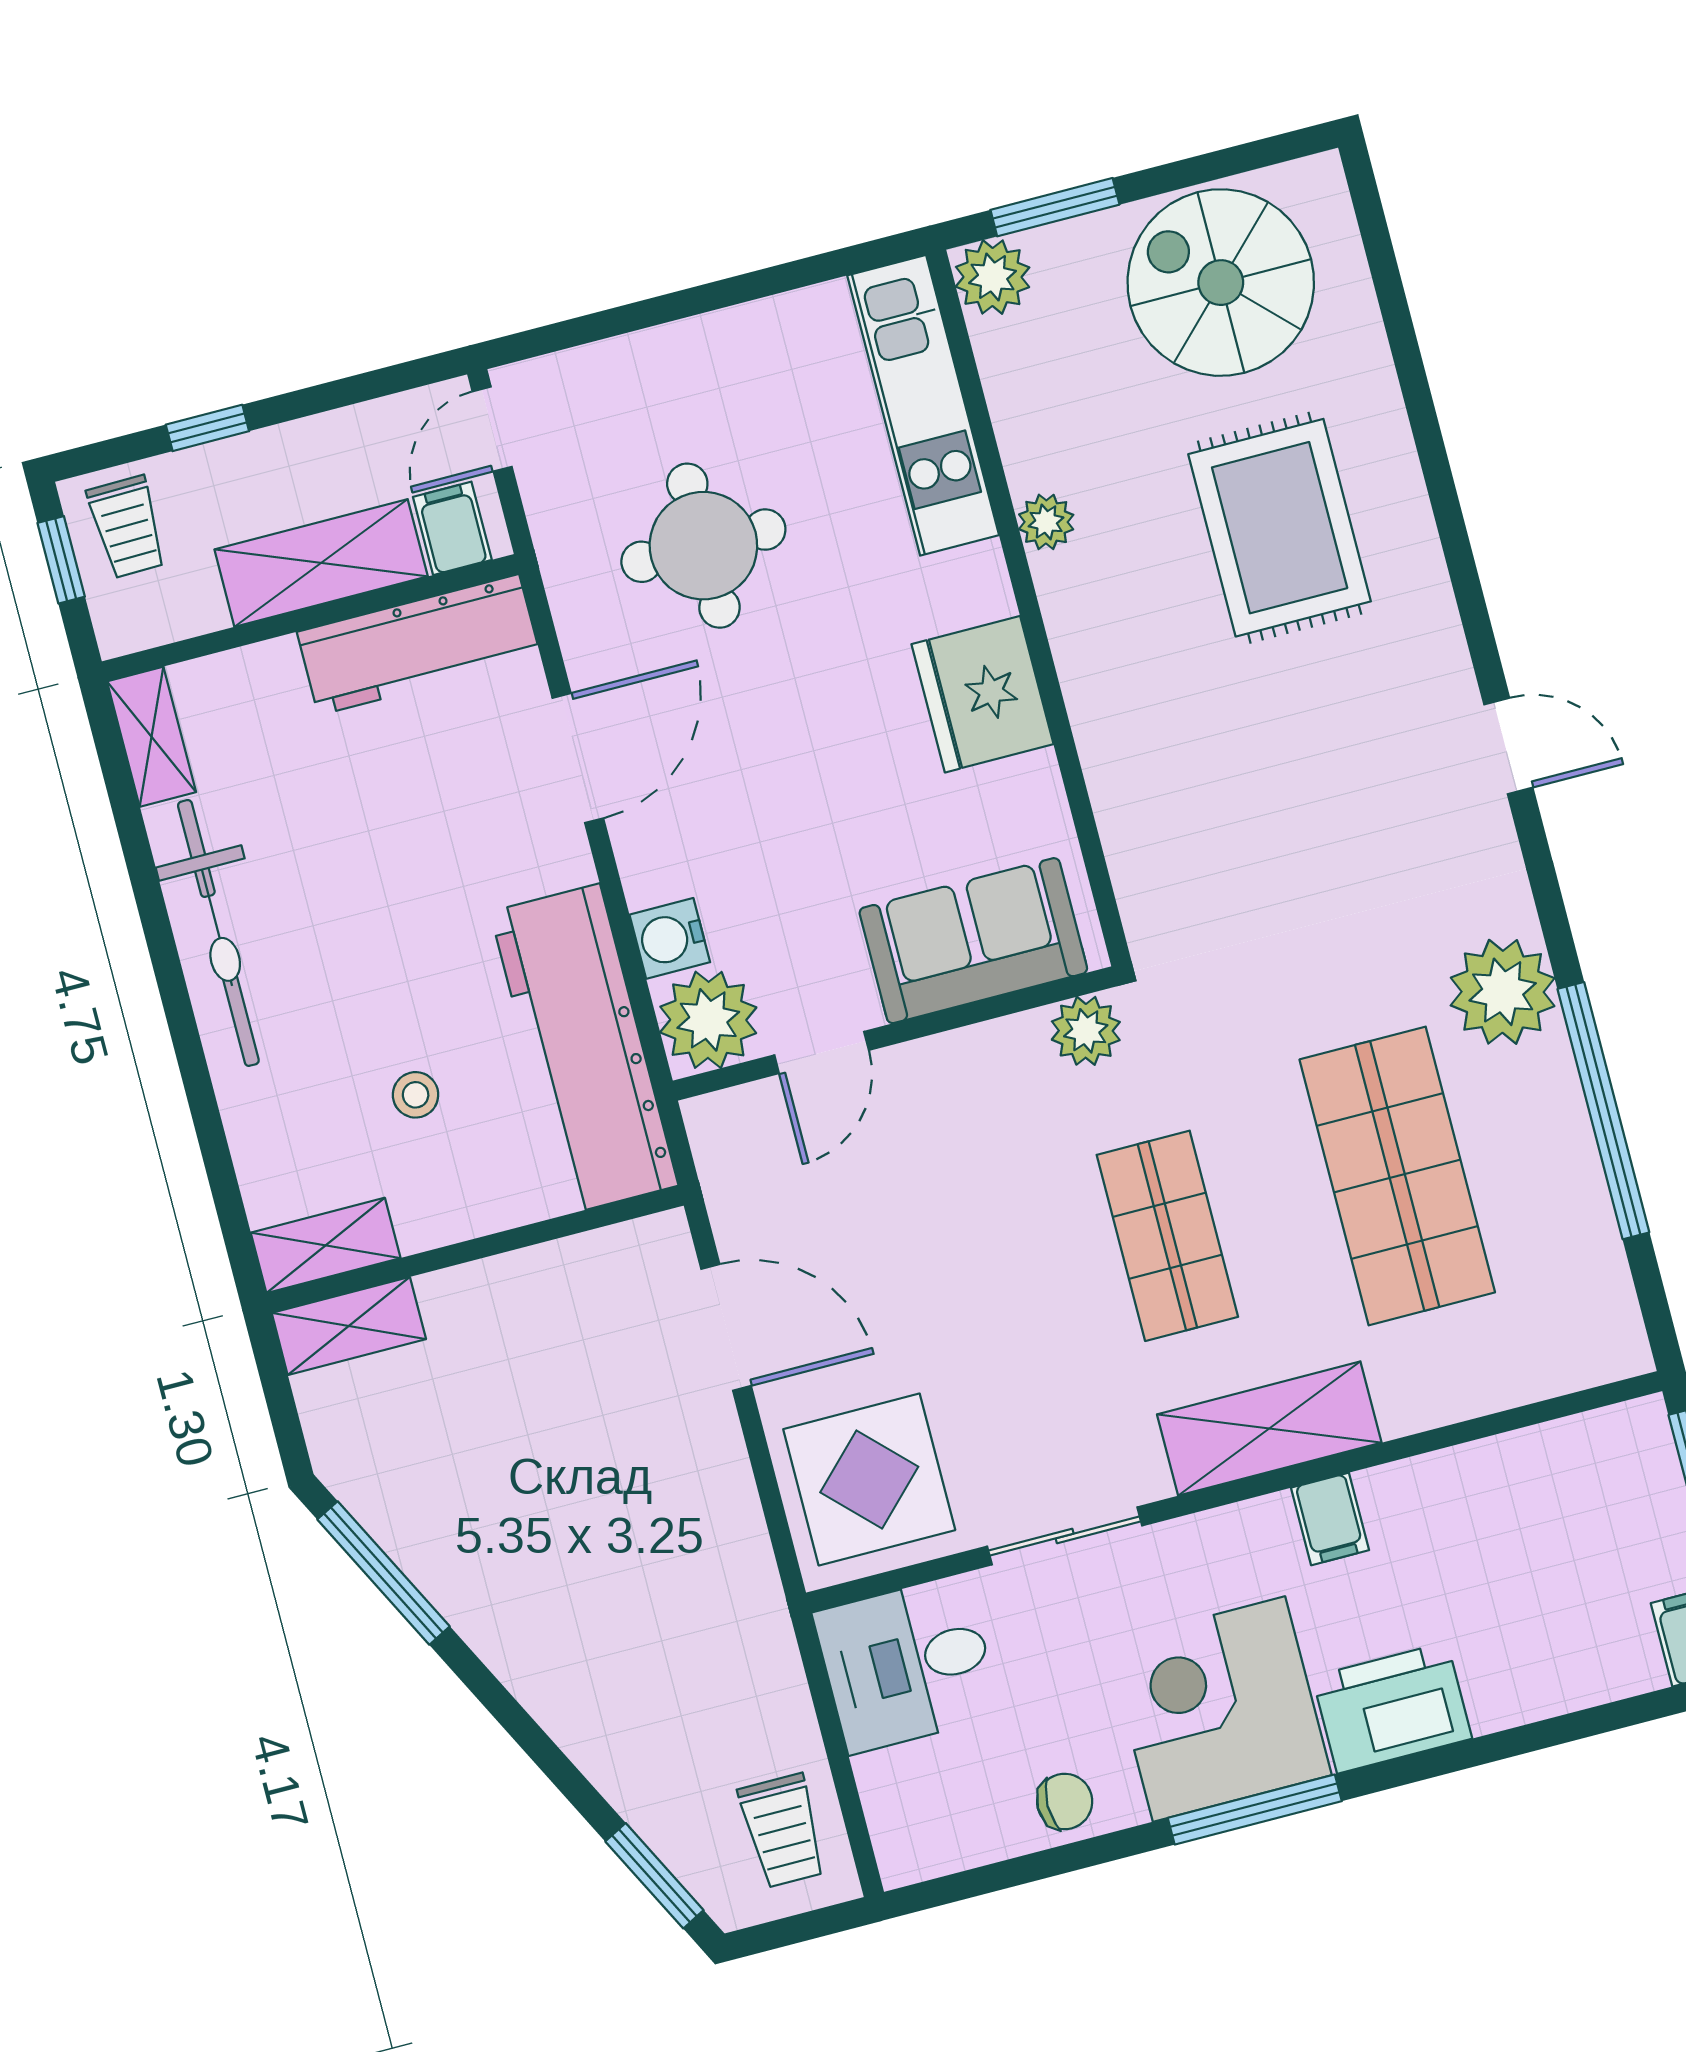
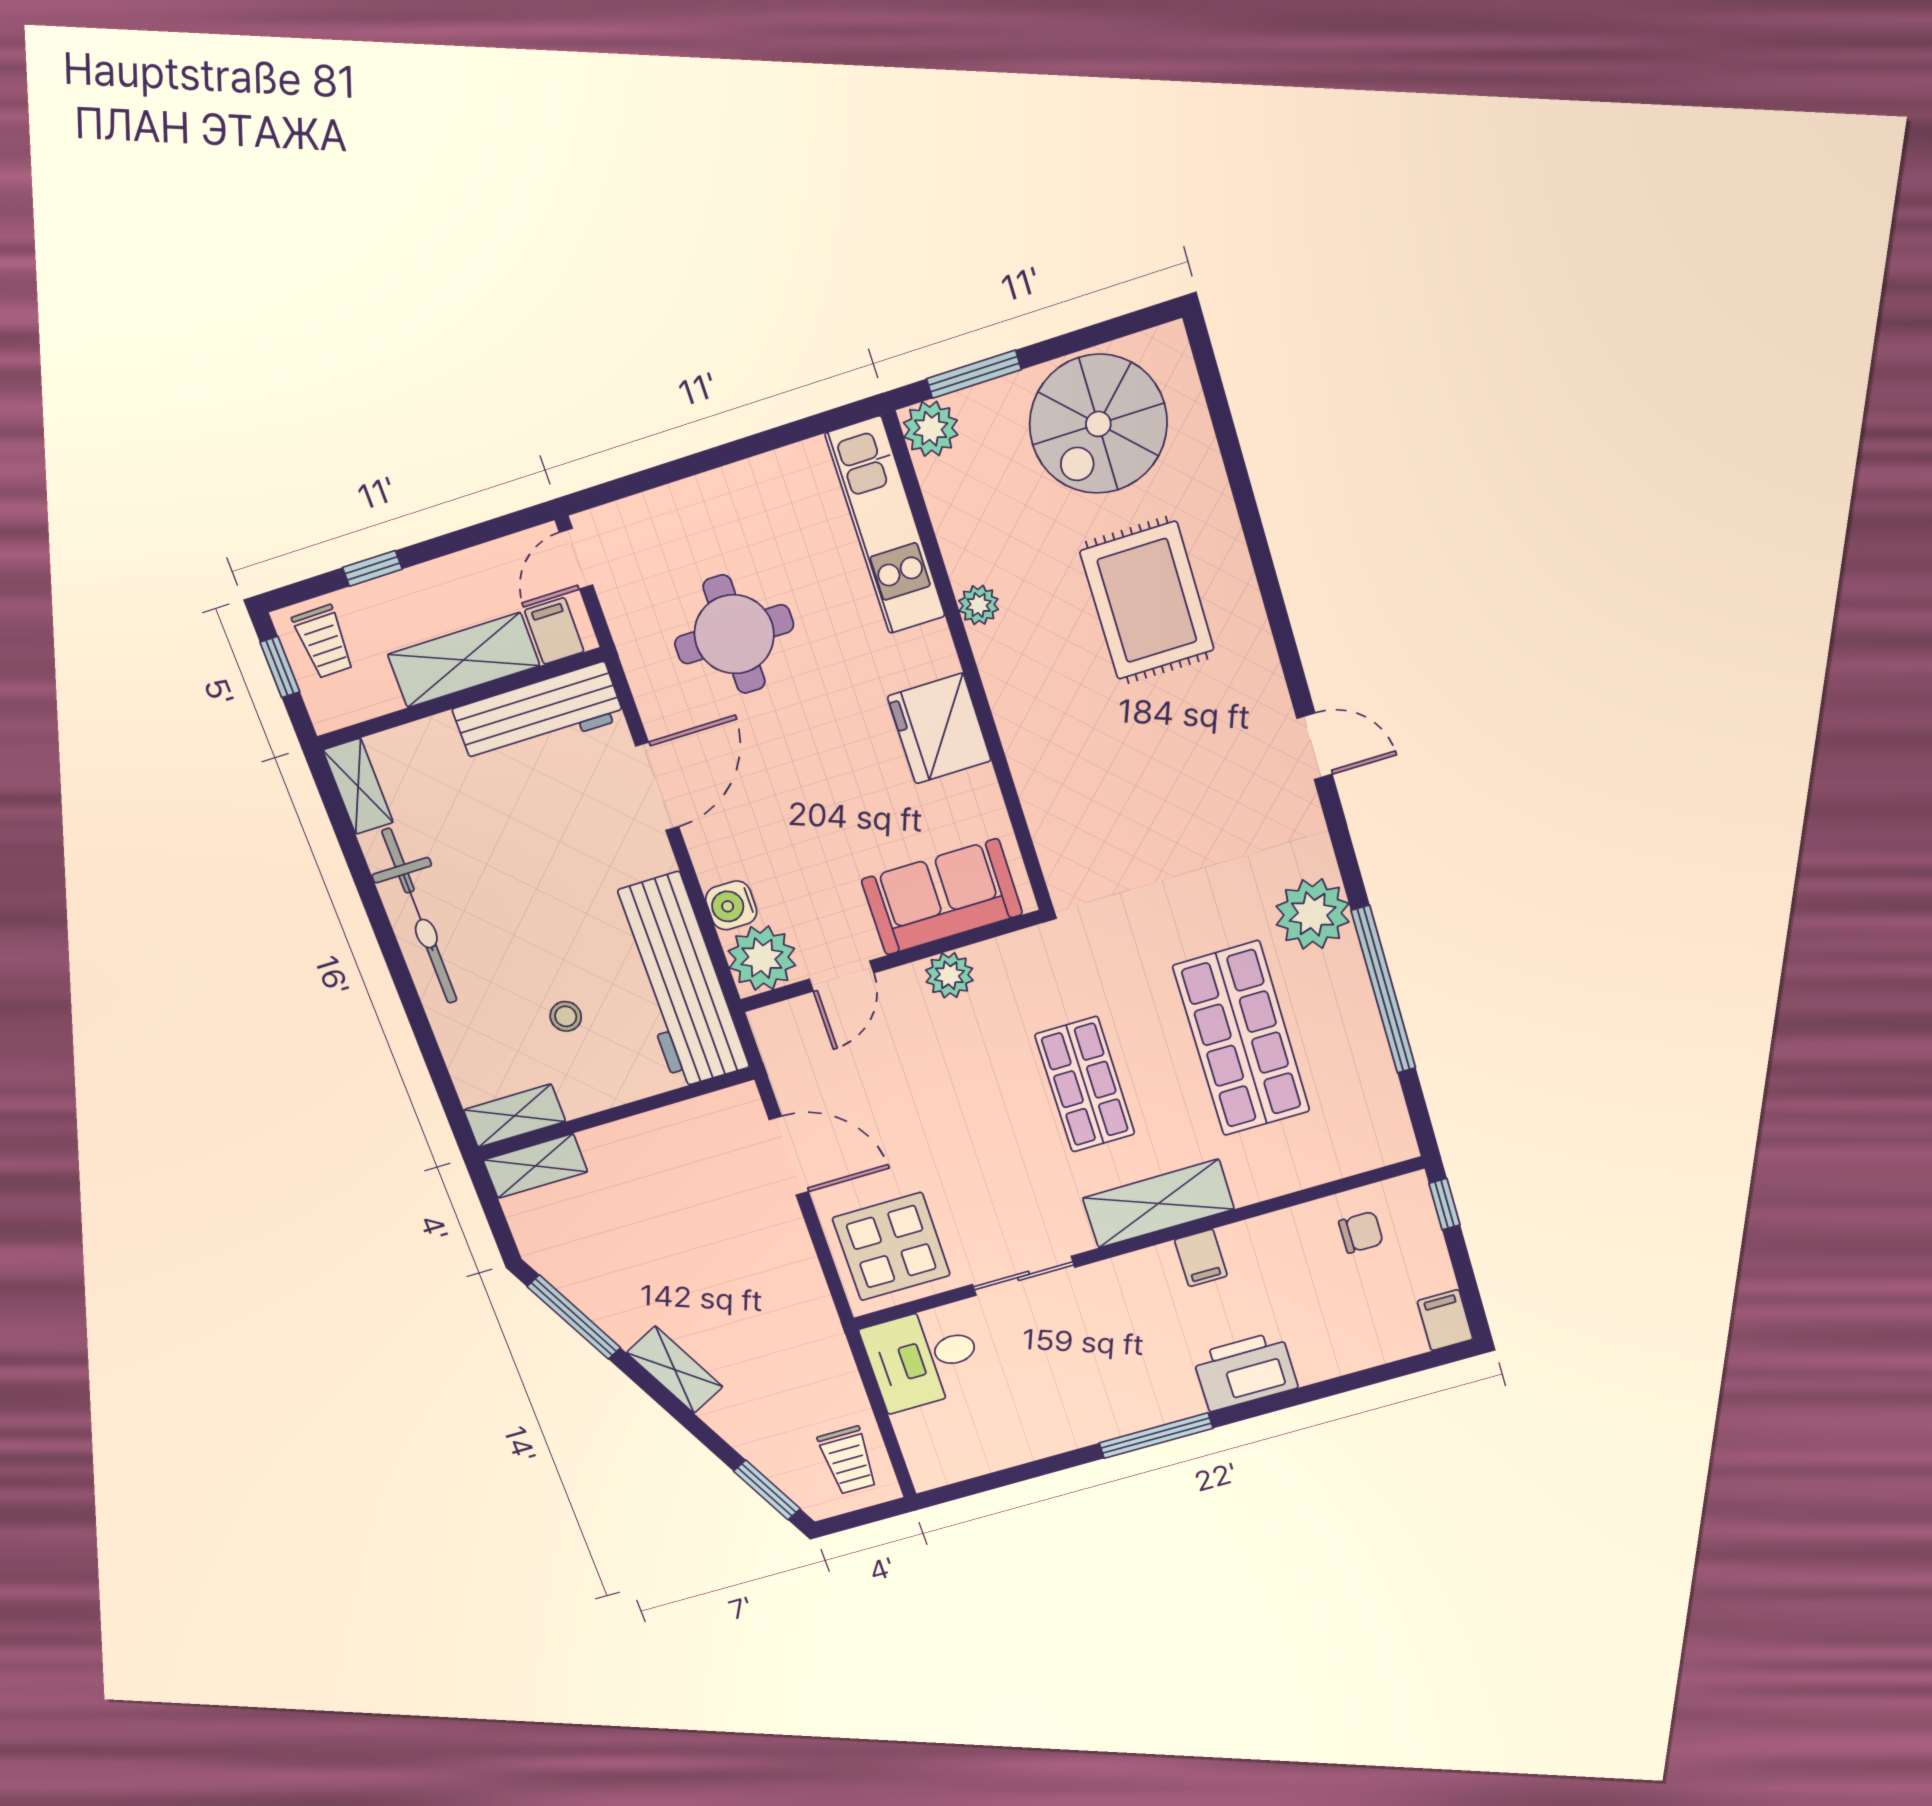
spiral stairs: (1221, 283) -> (1098, 424), turned -90
plant: (1086, 1031) -> (949, 975), moved
shelving: (529, 1667) -> (675, 1370), added
corner desk: (1219, 1709) -> (1130, 1377), removed
chair: (1065, 1801) -> (1361, 1232), moved

